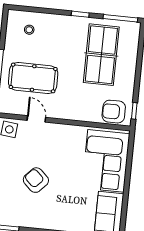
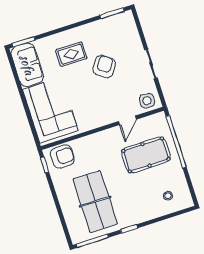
door: (36, 119) -> (127, 120), hinge flipped
armchair: (36, 180) -> (104, 66), turned -97
rug: (62, 206) -> (71, 54), added

